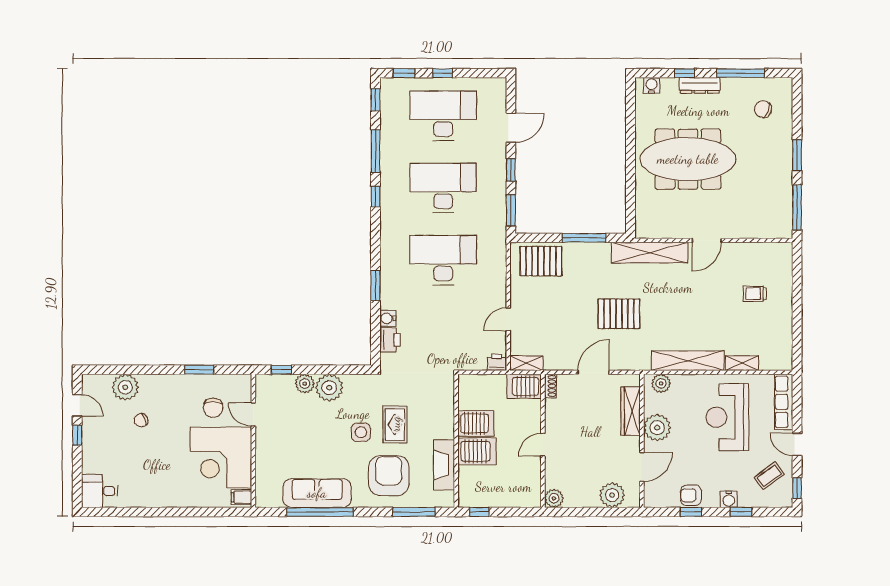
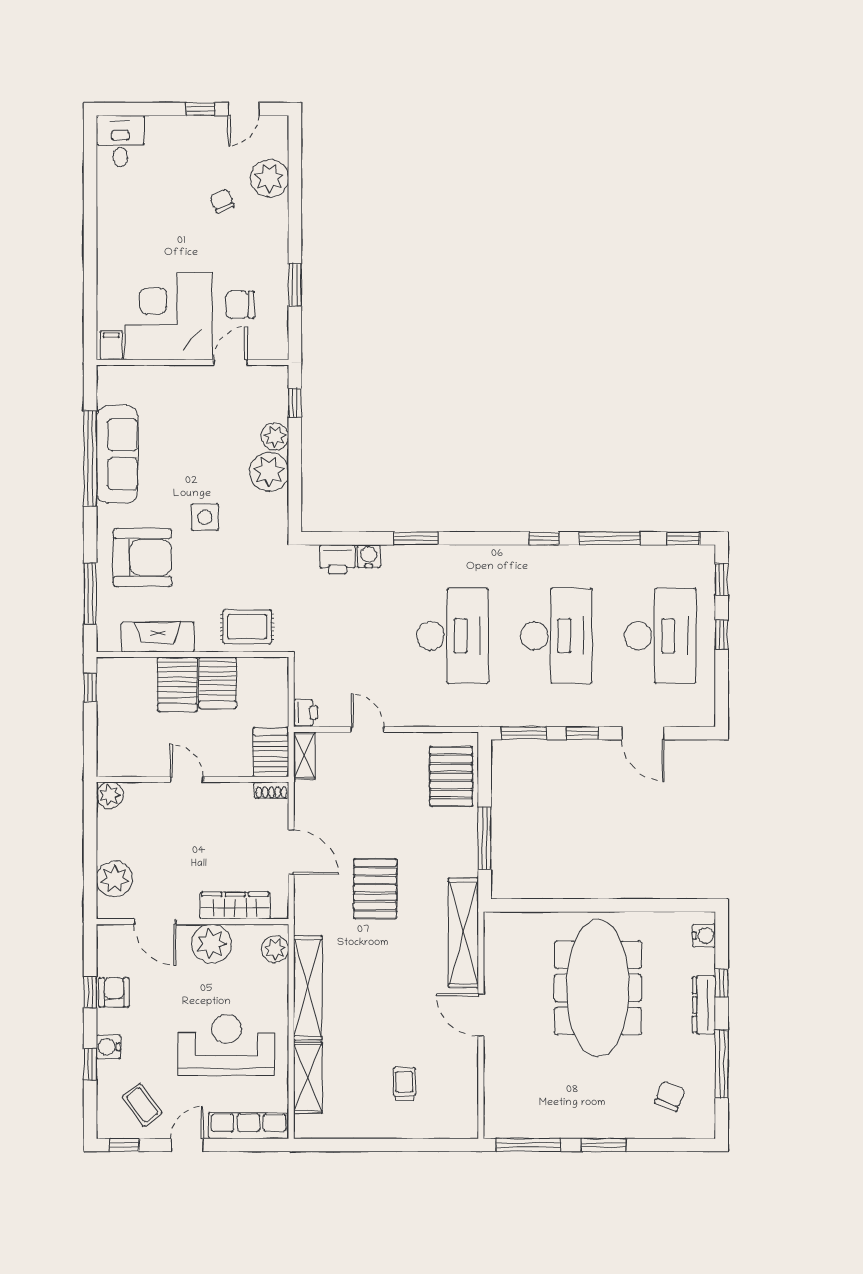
shelving: (742, 363) -> (308, 1078), width x1.50, depth x1.33
rug: (395, 424) -> (247, 627), moved

